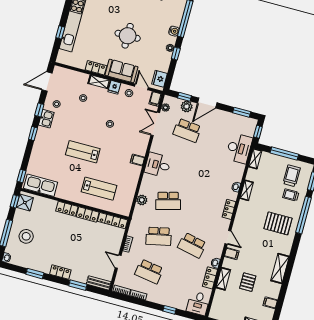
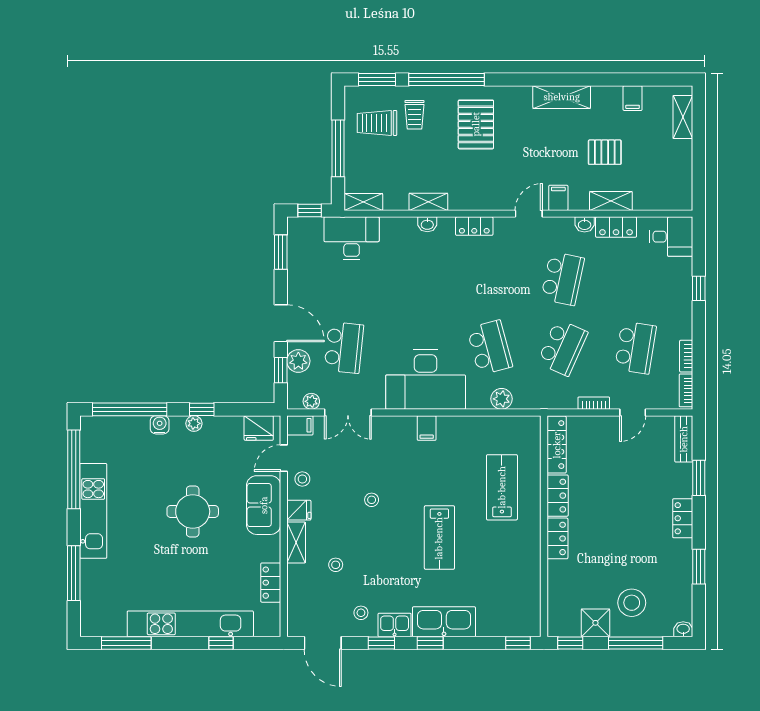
locker: (96, 68) -> (271, 583), moved
desk: (158, 165) -> (426, 380), width x1.87, depth x1.30
kitchen sink: (41, 185) -> (444, 622), moved, turned 90
shower: (25, 203) -> (595, 623), moved
school desk: (159, 236) -> (563, 348), turned 36

